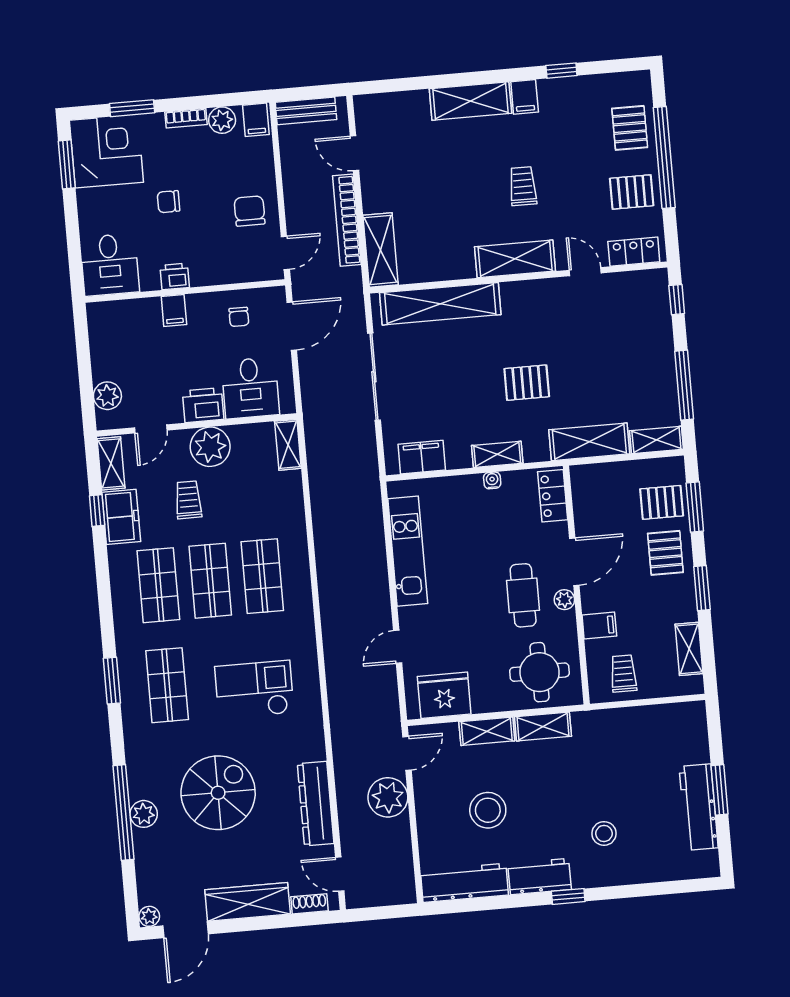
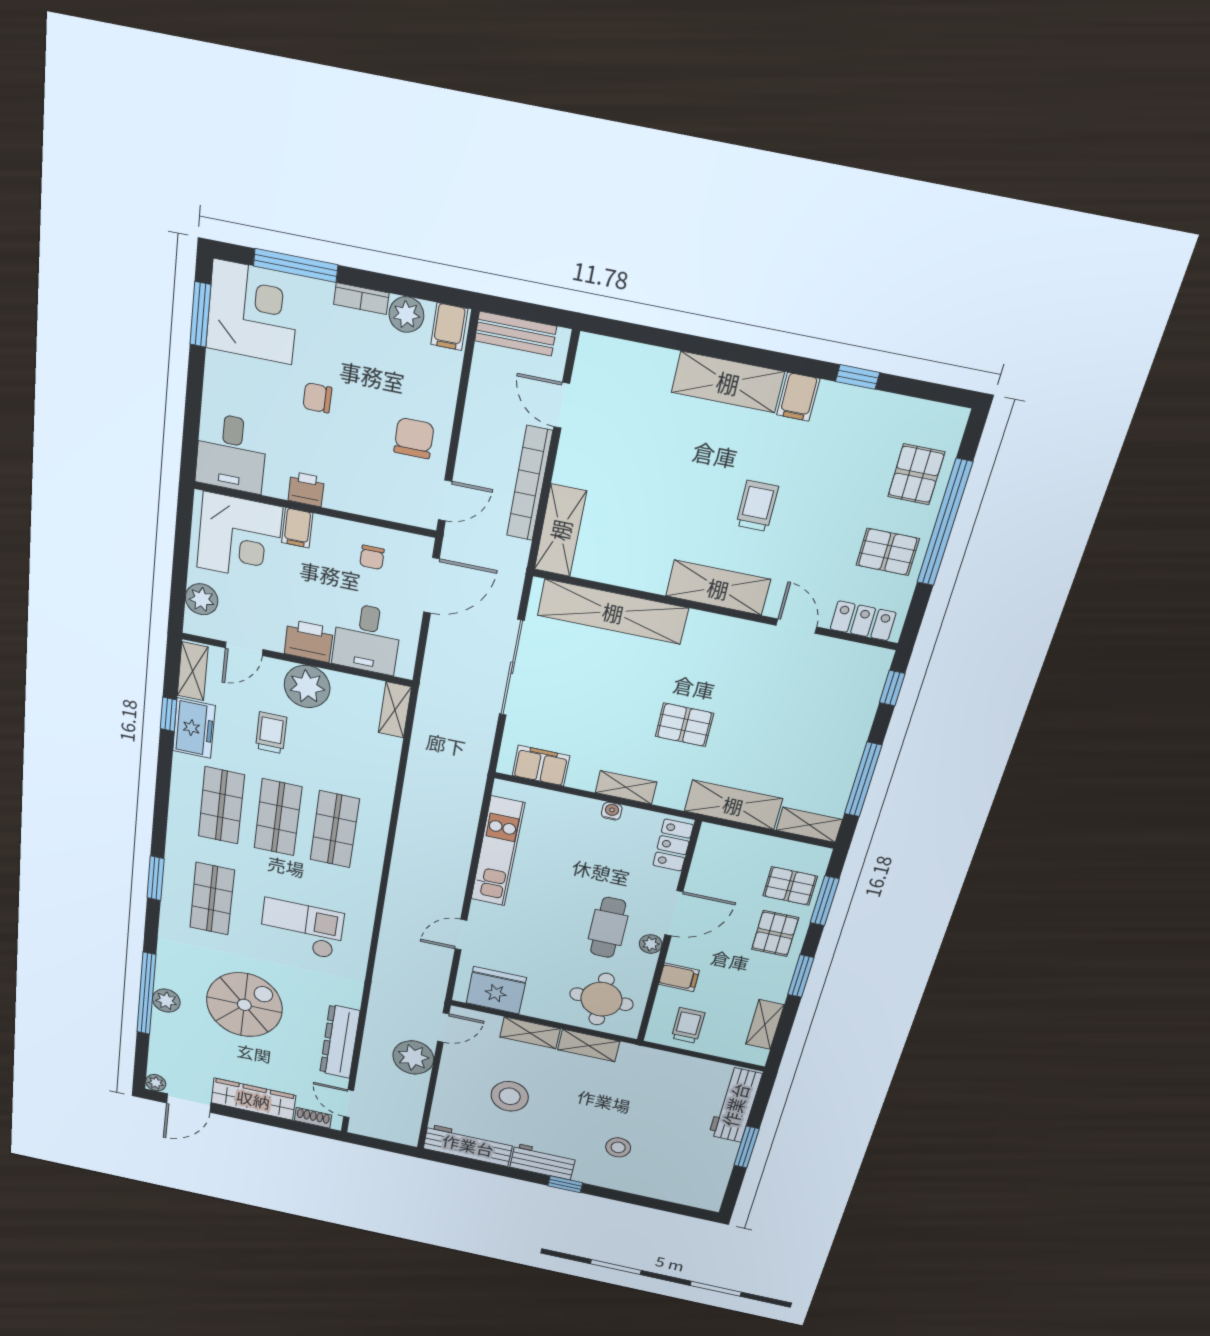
window: (132, 108) -> (296, 265), width x1.44
corner desk: (129, 333) -> (239, 537), added
workbench: (699, 807) -> (735, 1105), moved

